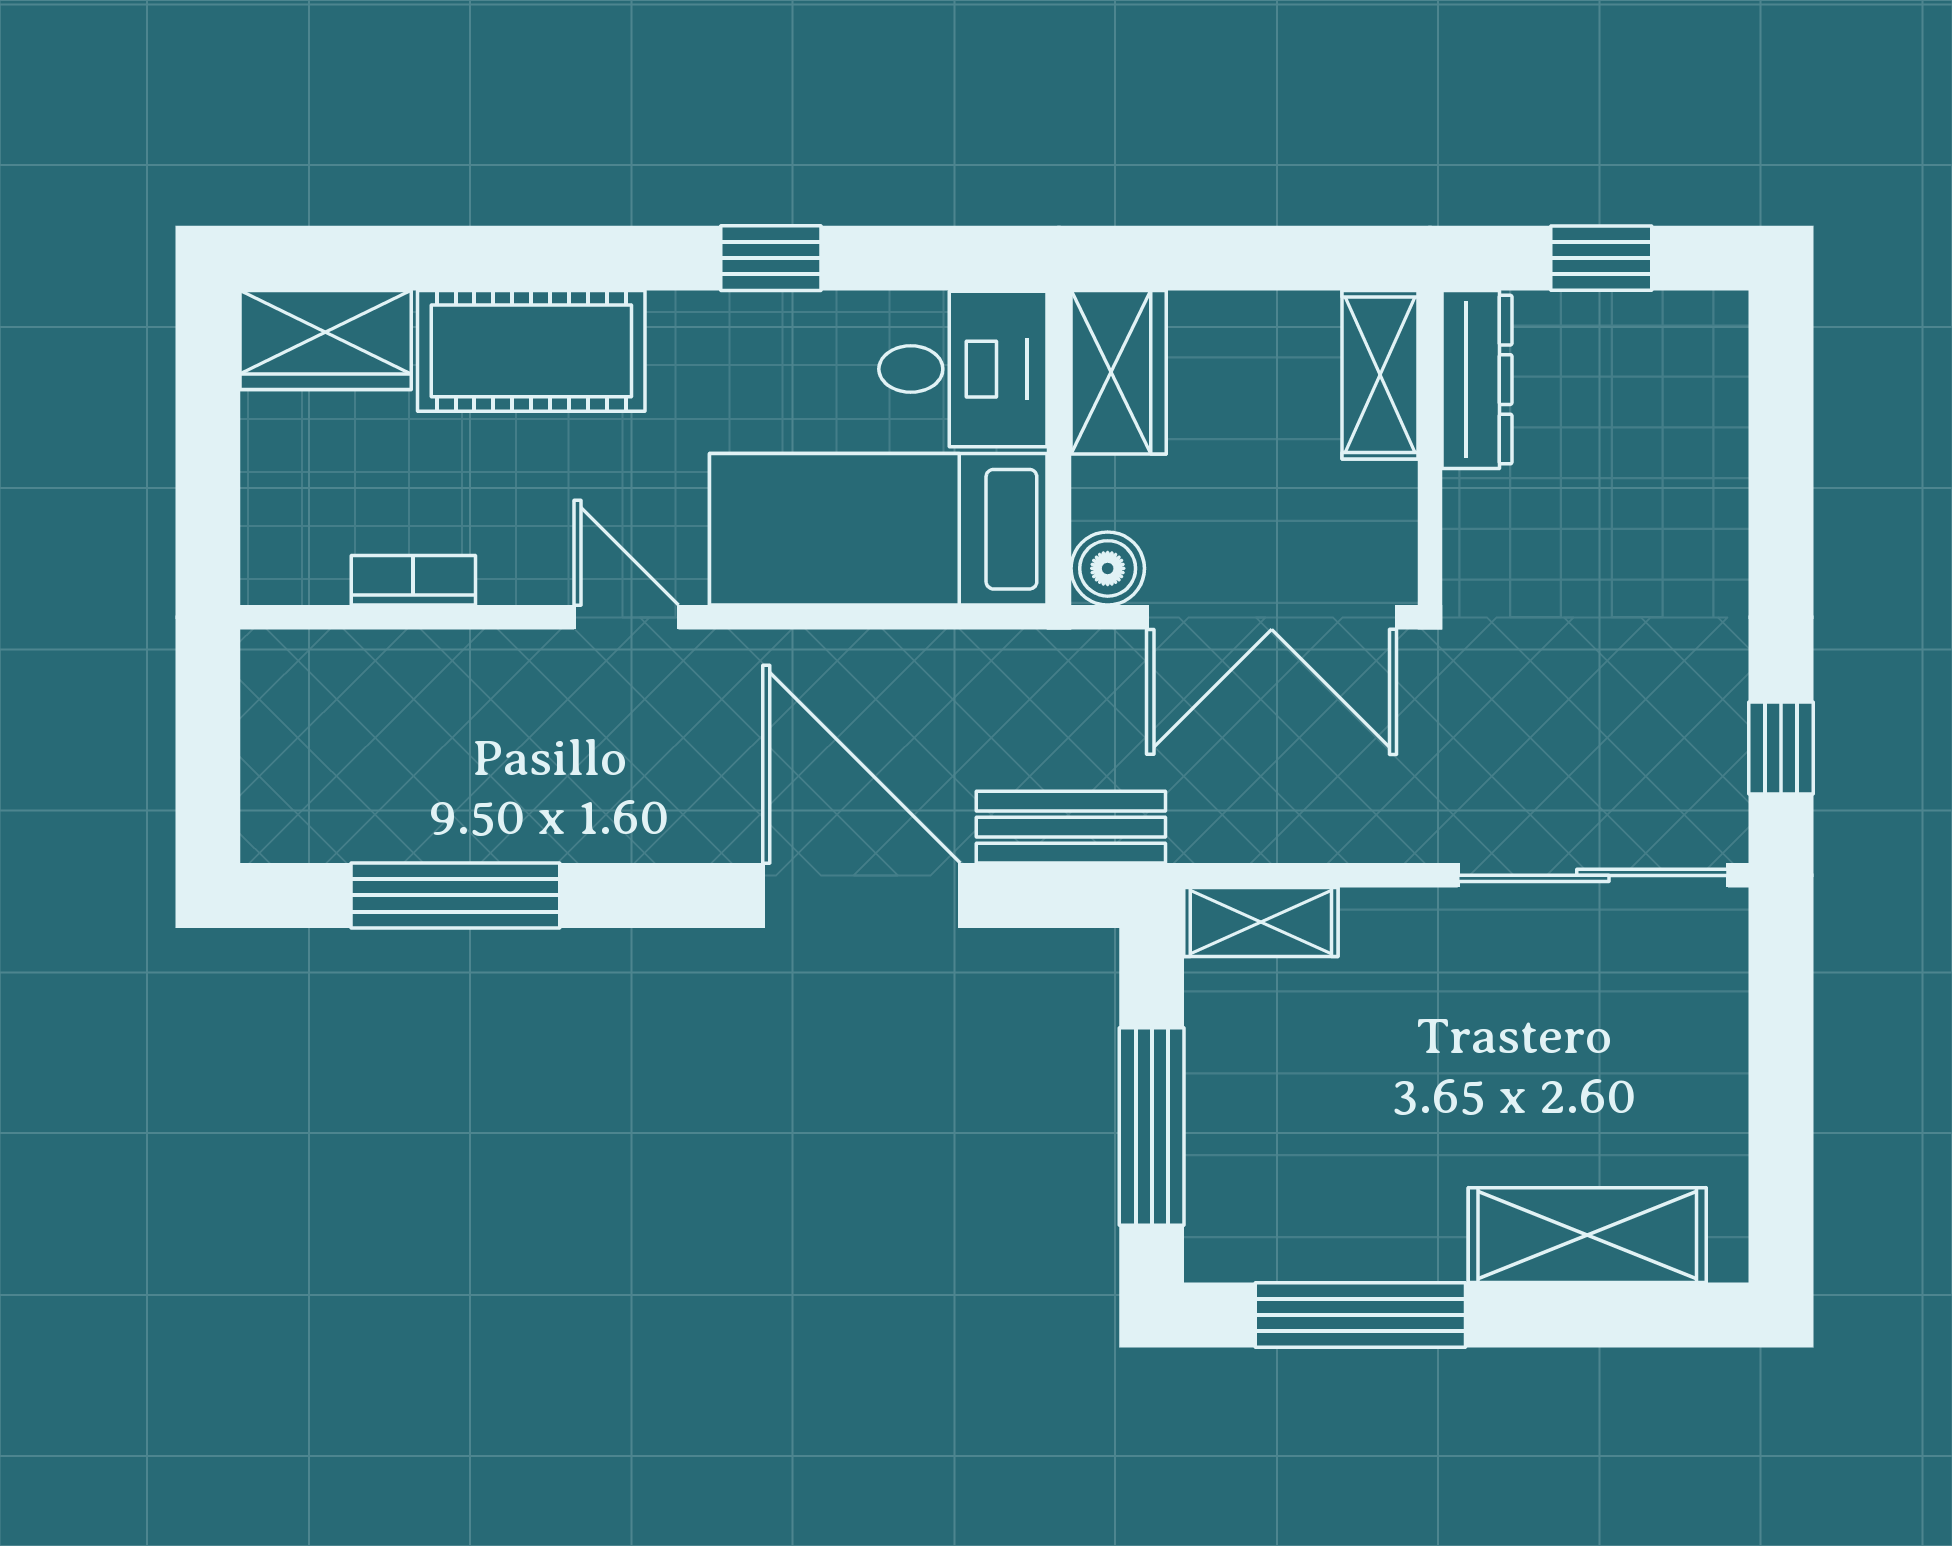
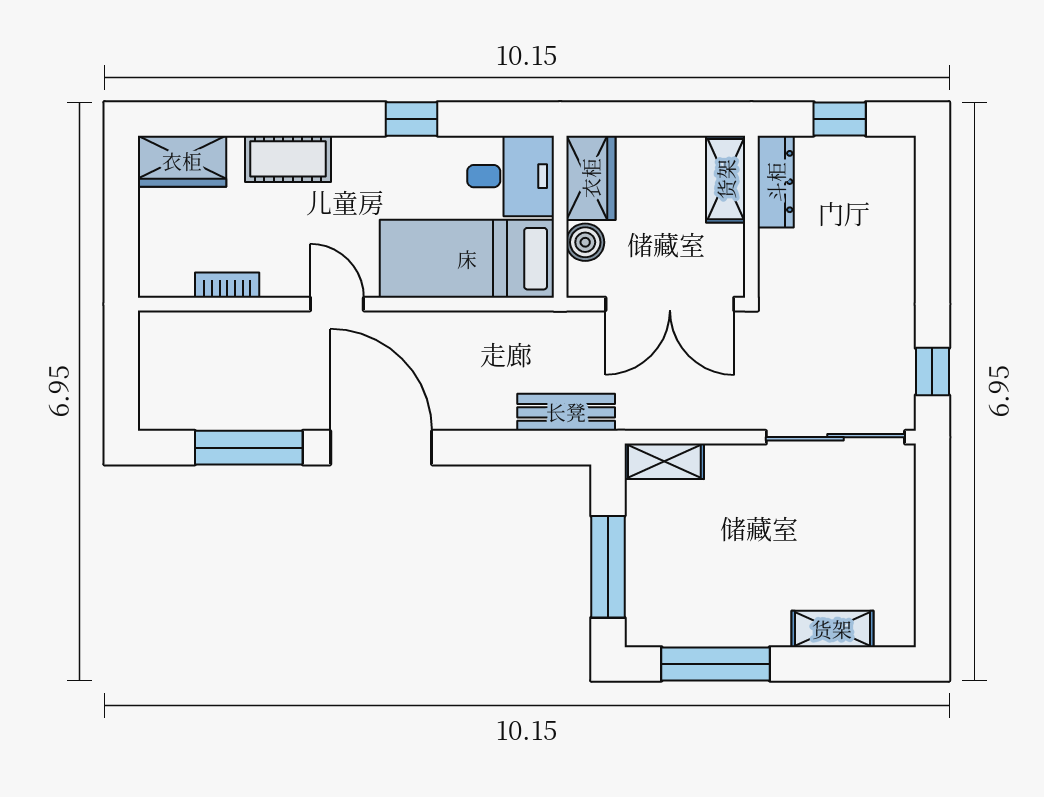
cot: (531, 351) -> (288, 159), width x0.73, depth x0.75
boiler: (1108, 568) -> (585, 242), moved
door: (862, 895) -> (381, 448), moved
shelving: (1587, 1235) -> (832, 629), width x0.67, depth x0.75

